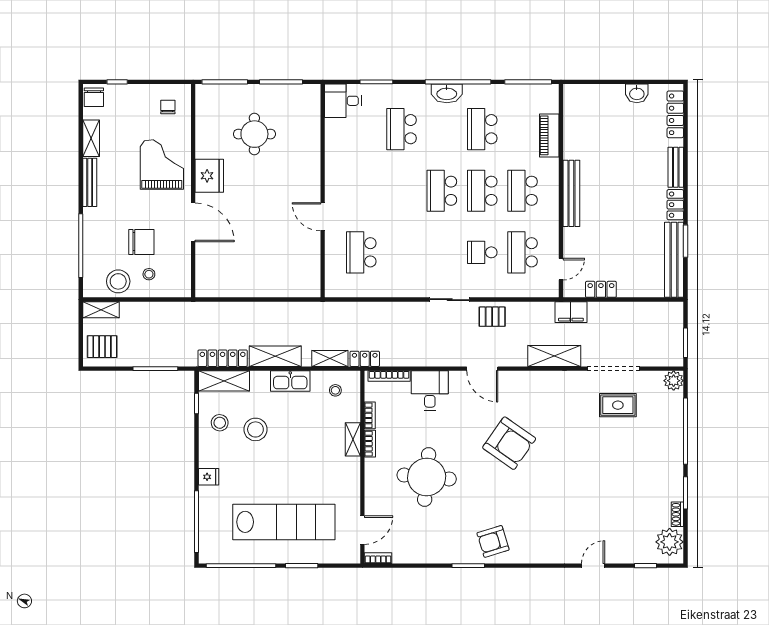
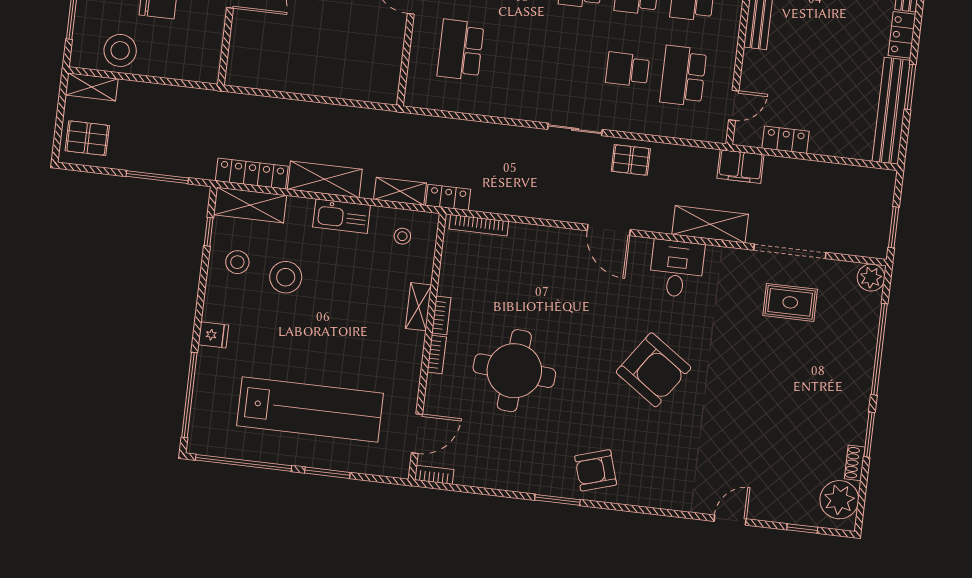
stool: (149, 274) -> (164, 45), removed
desk: (430, 391) -> (677, 269), moved
bookcase: (370, 415) -> (437, 354), moved
armchair: (509, 443) -> (654, 370), moved

